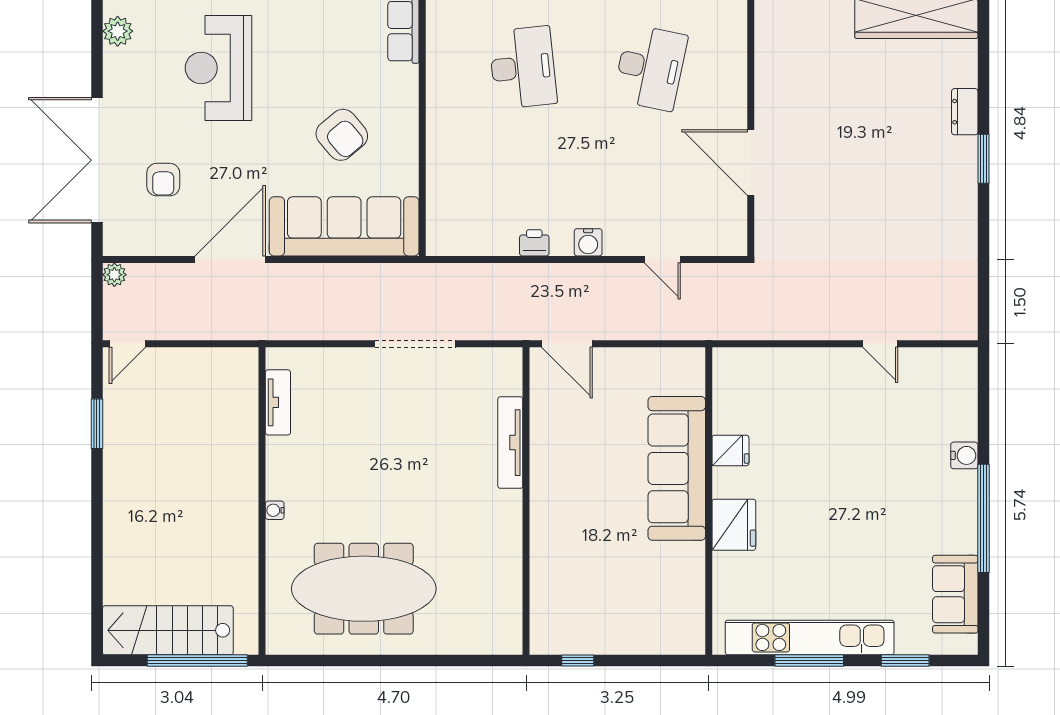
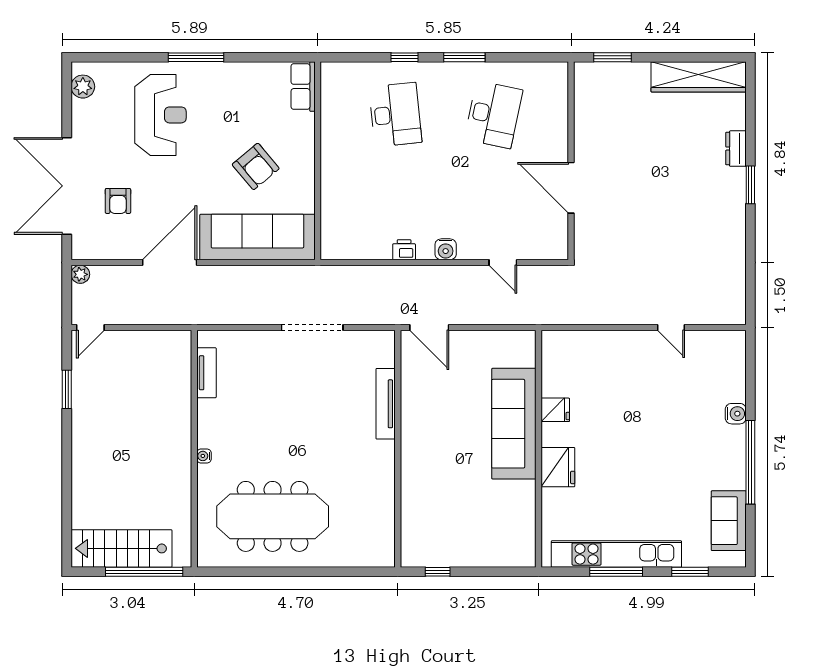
reception desk: (218, 68) -> (161, 115), turned 180

